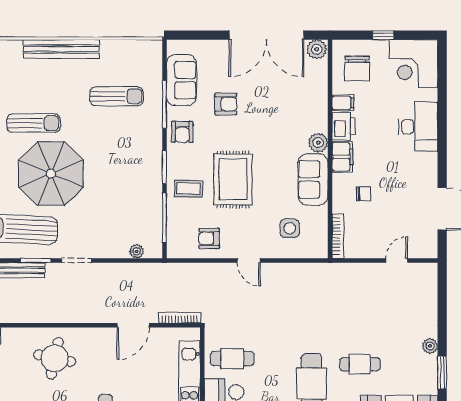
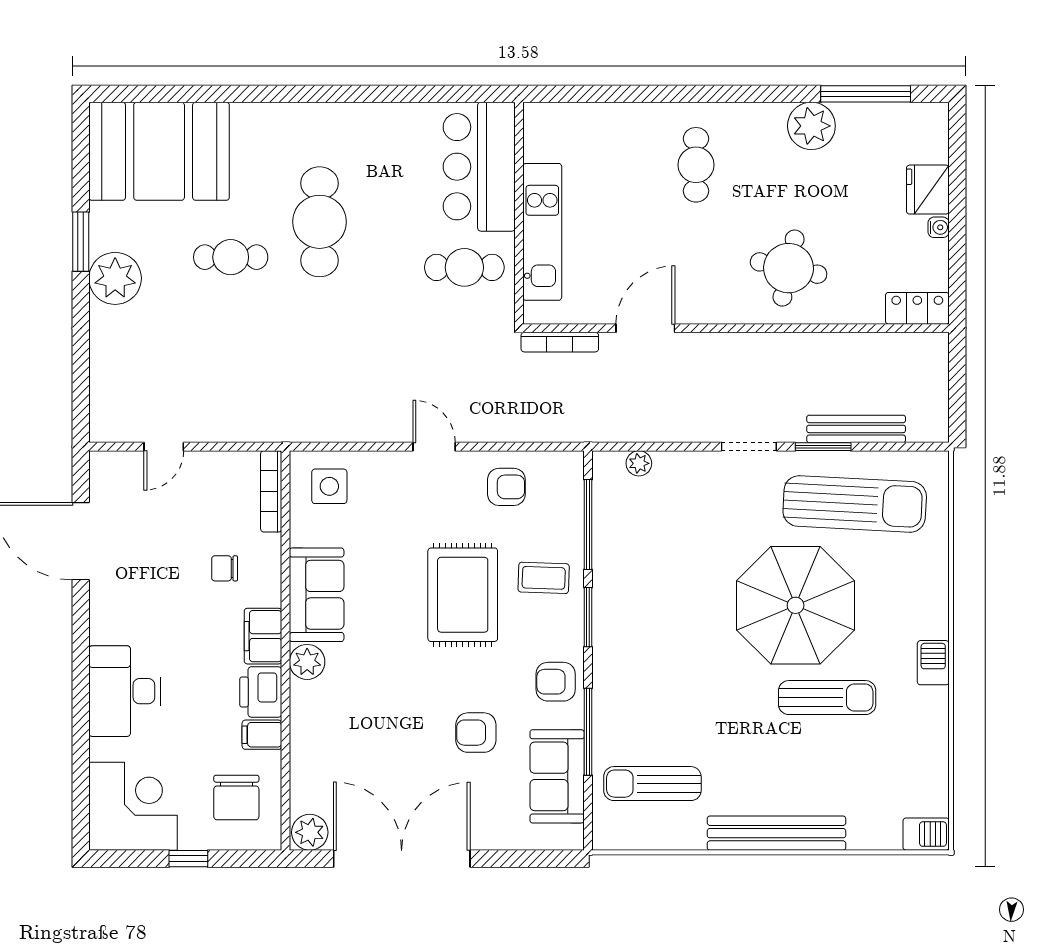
chair: (357, 68) -> (236, 798), turned 180
sun lounger: (117, 96) -> (652, 784), moved
sun lounger: (34, 123) -> (827, 698), turned 180
armchair: (182, 132) -> (556, 682), turned -90
side table: (290, 228) -> (329, 486), moved
plant: (430, 346) -> (115, 278), width x1.88, depth x1.88

